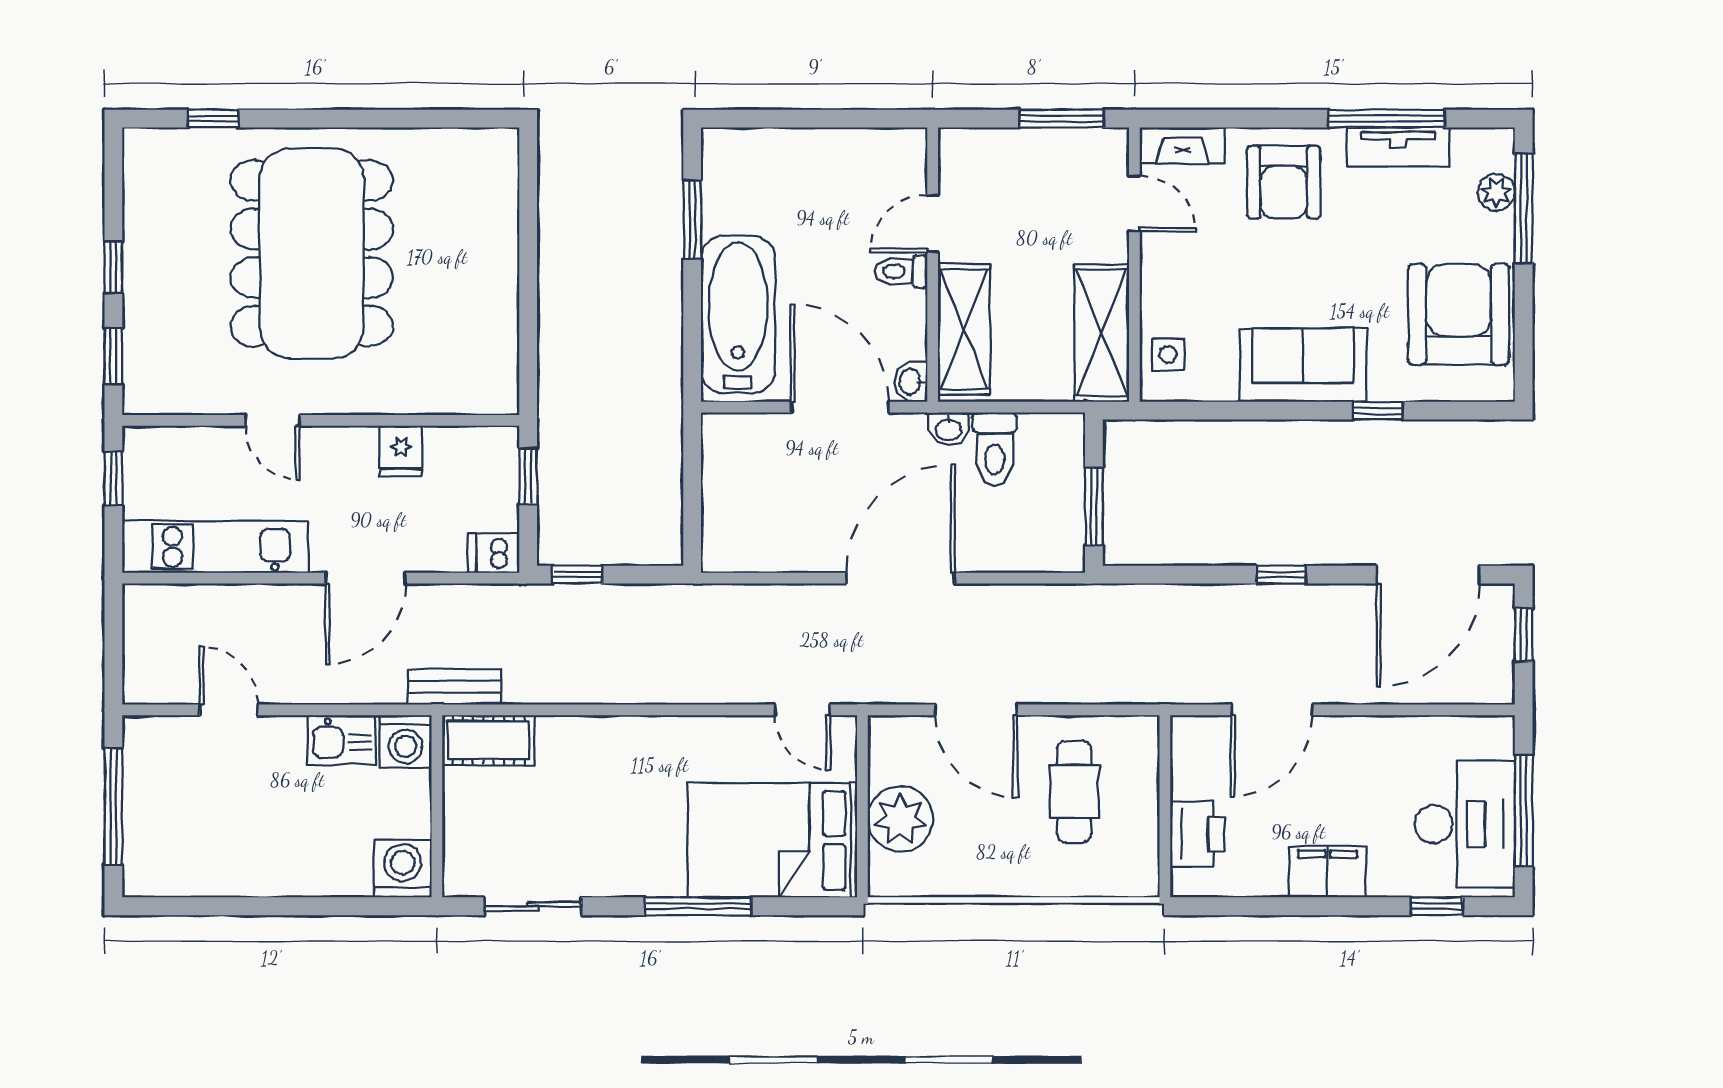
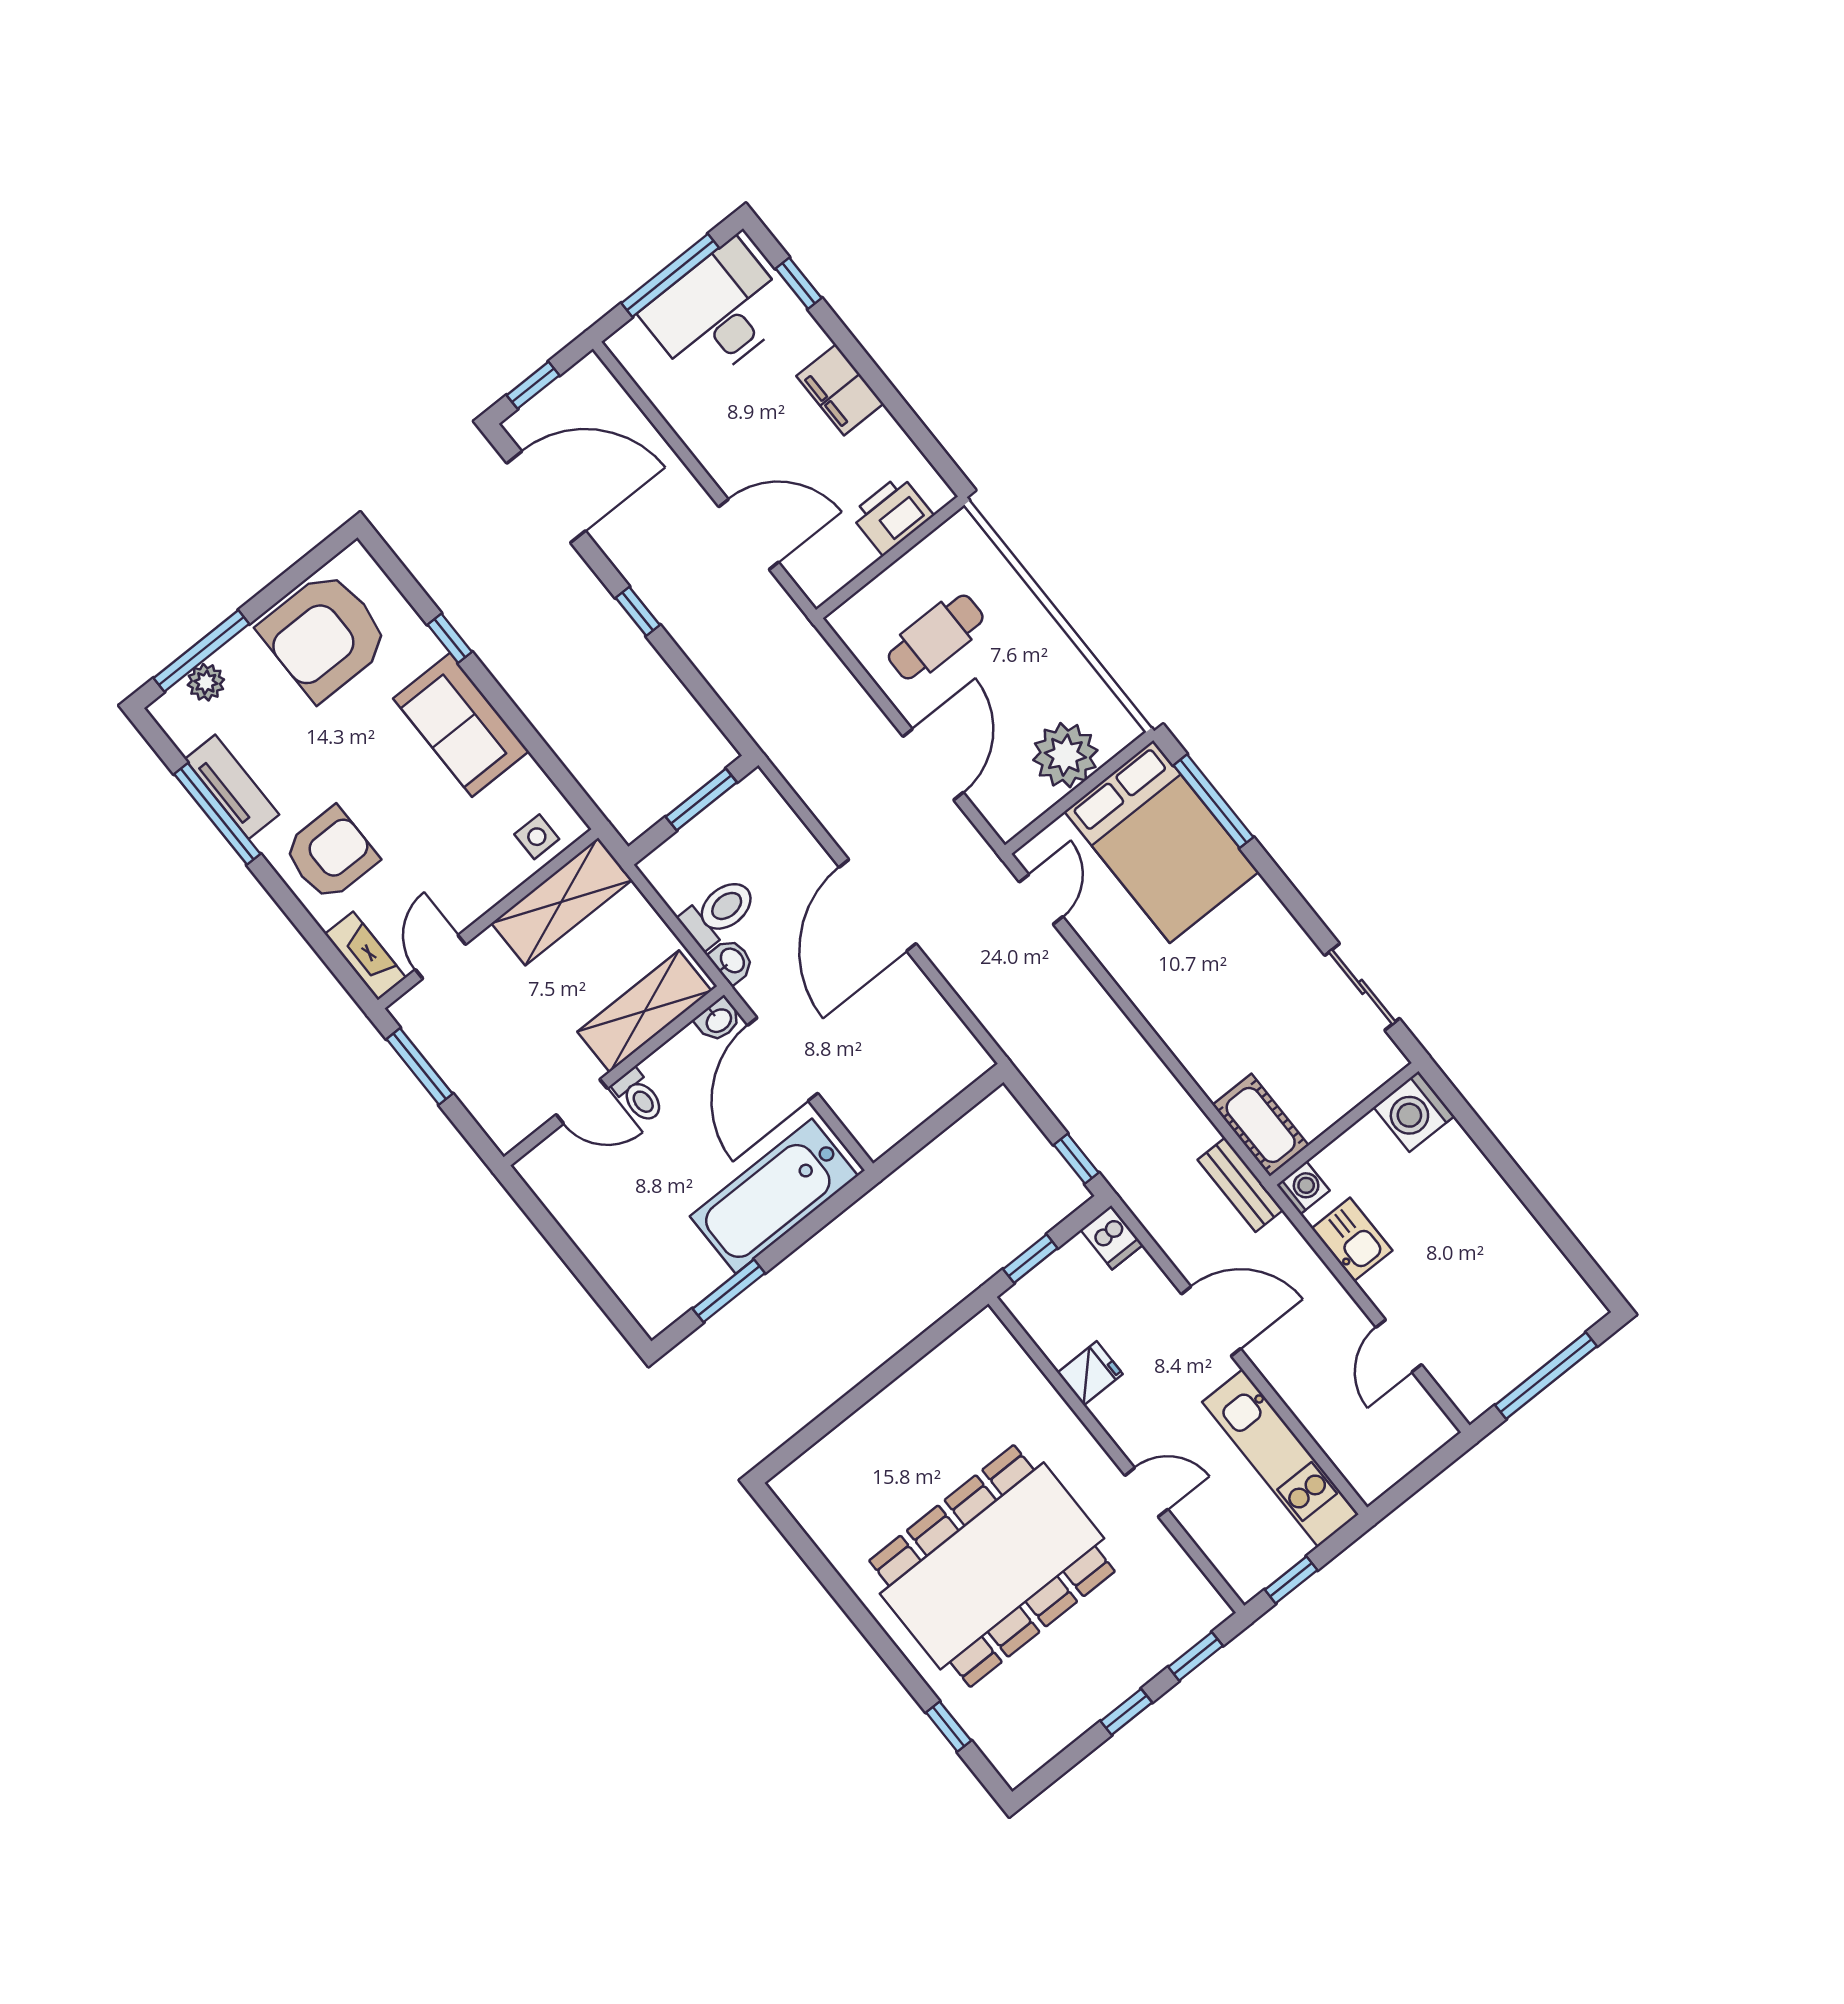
door: (273, 420) -> (1146, 1492), hinge flipped
door: (901, 578) -> (878, 905), hinge flipped
washing machine: (405, 741) -> (1303, 1188), width x0.73, depth x0.73
window: (698, 906) -> (1213, 801), moved

